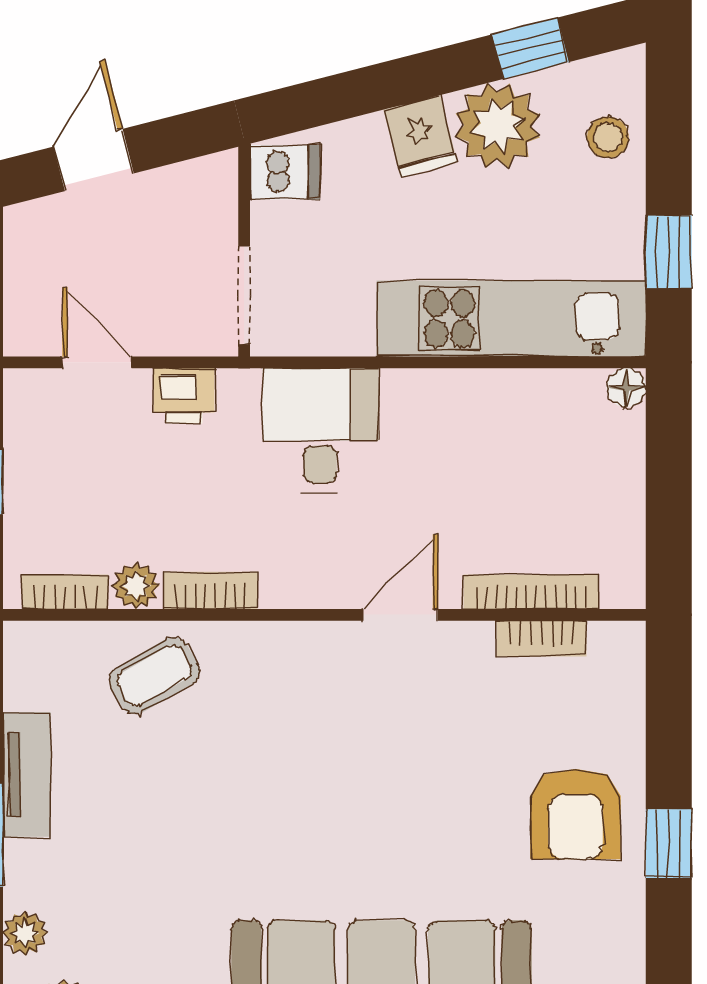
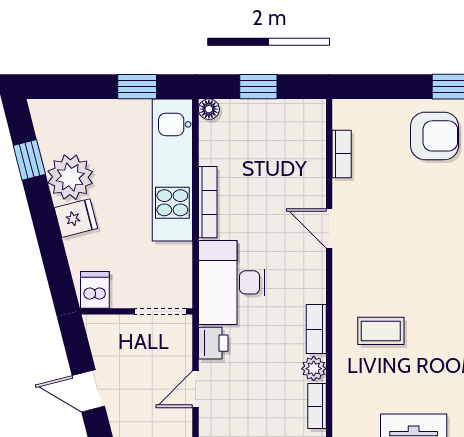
stool: (608, 137) -> (76, 119), removed
desk: (320, 431) -> (232, 282), width x1.37
window: (669, 481) -> (258, 87), added
bookcase: (531, 592) -> (208, 202), moved, turned 180
coffee table: (154, 676) -> (381, 331), moved, turned -60

